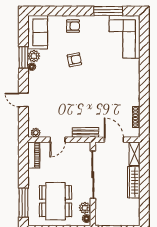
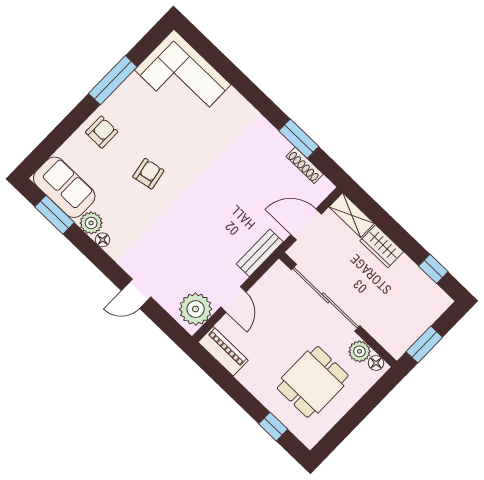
window: (108, 11) -> (113, 80), moved
window: (23, 57) -> (54, 215), moved
window: (144, 105) -> (299, 139), added
plant: (36, 133) -> (196, 309), width x1.87, depth x1.87
wardrobe: (134, 182) -> (382, 246), width x0.67
dining table: (56, 201) -> (313, 382), width x0.73
window: (23, 203) -> (273, 427), width x0.46
window: (144, 205) -> (433, 269), added

